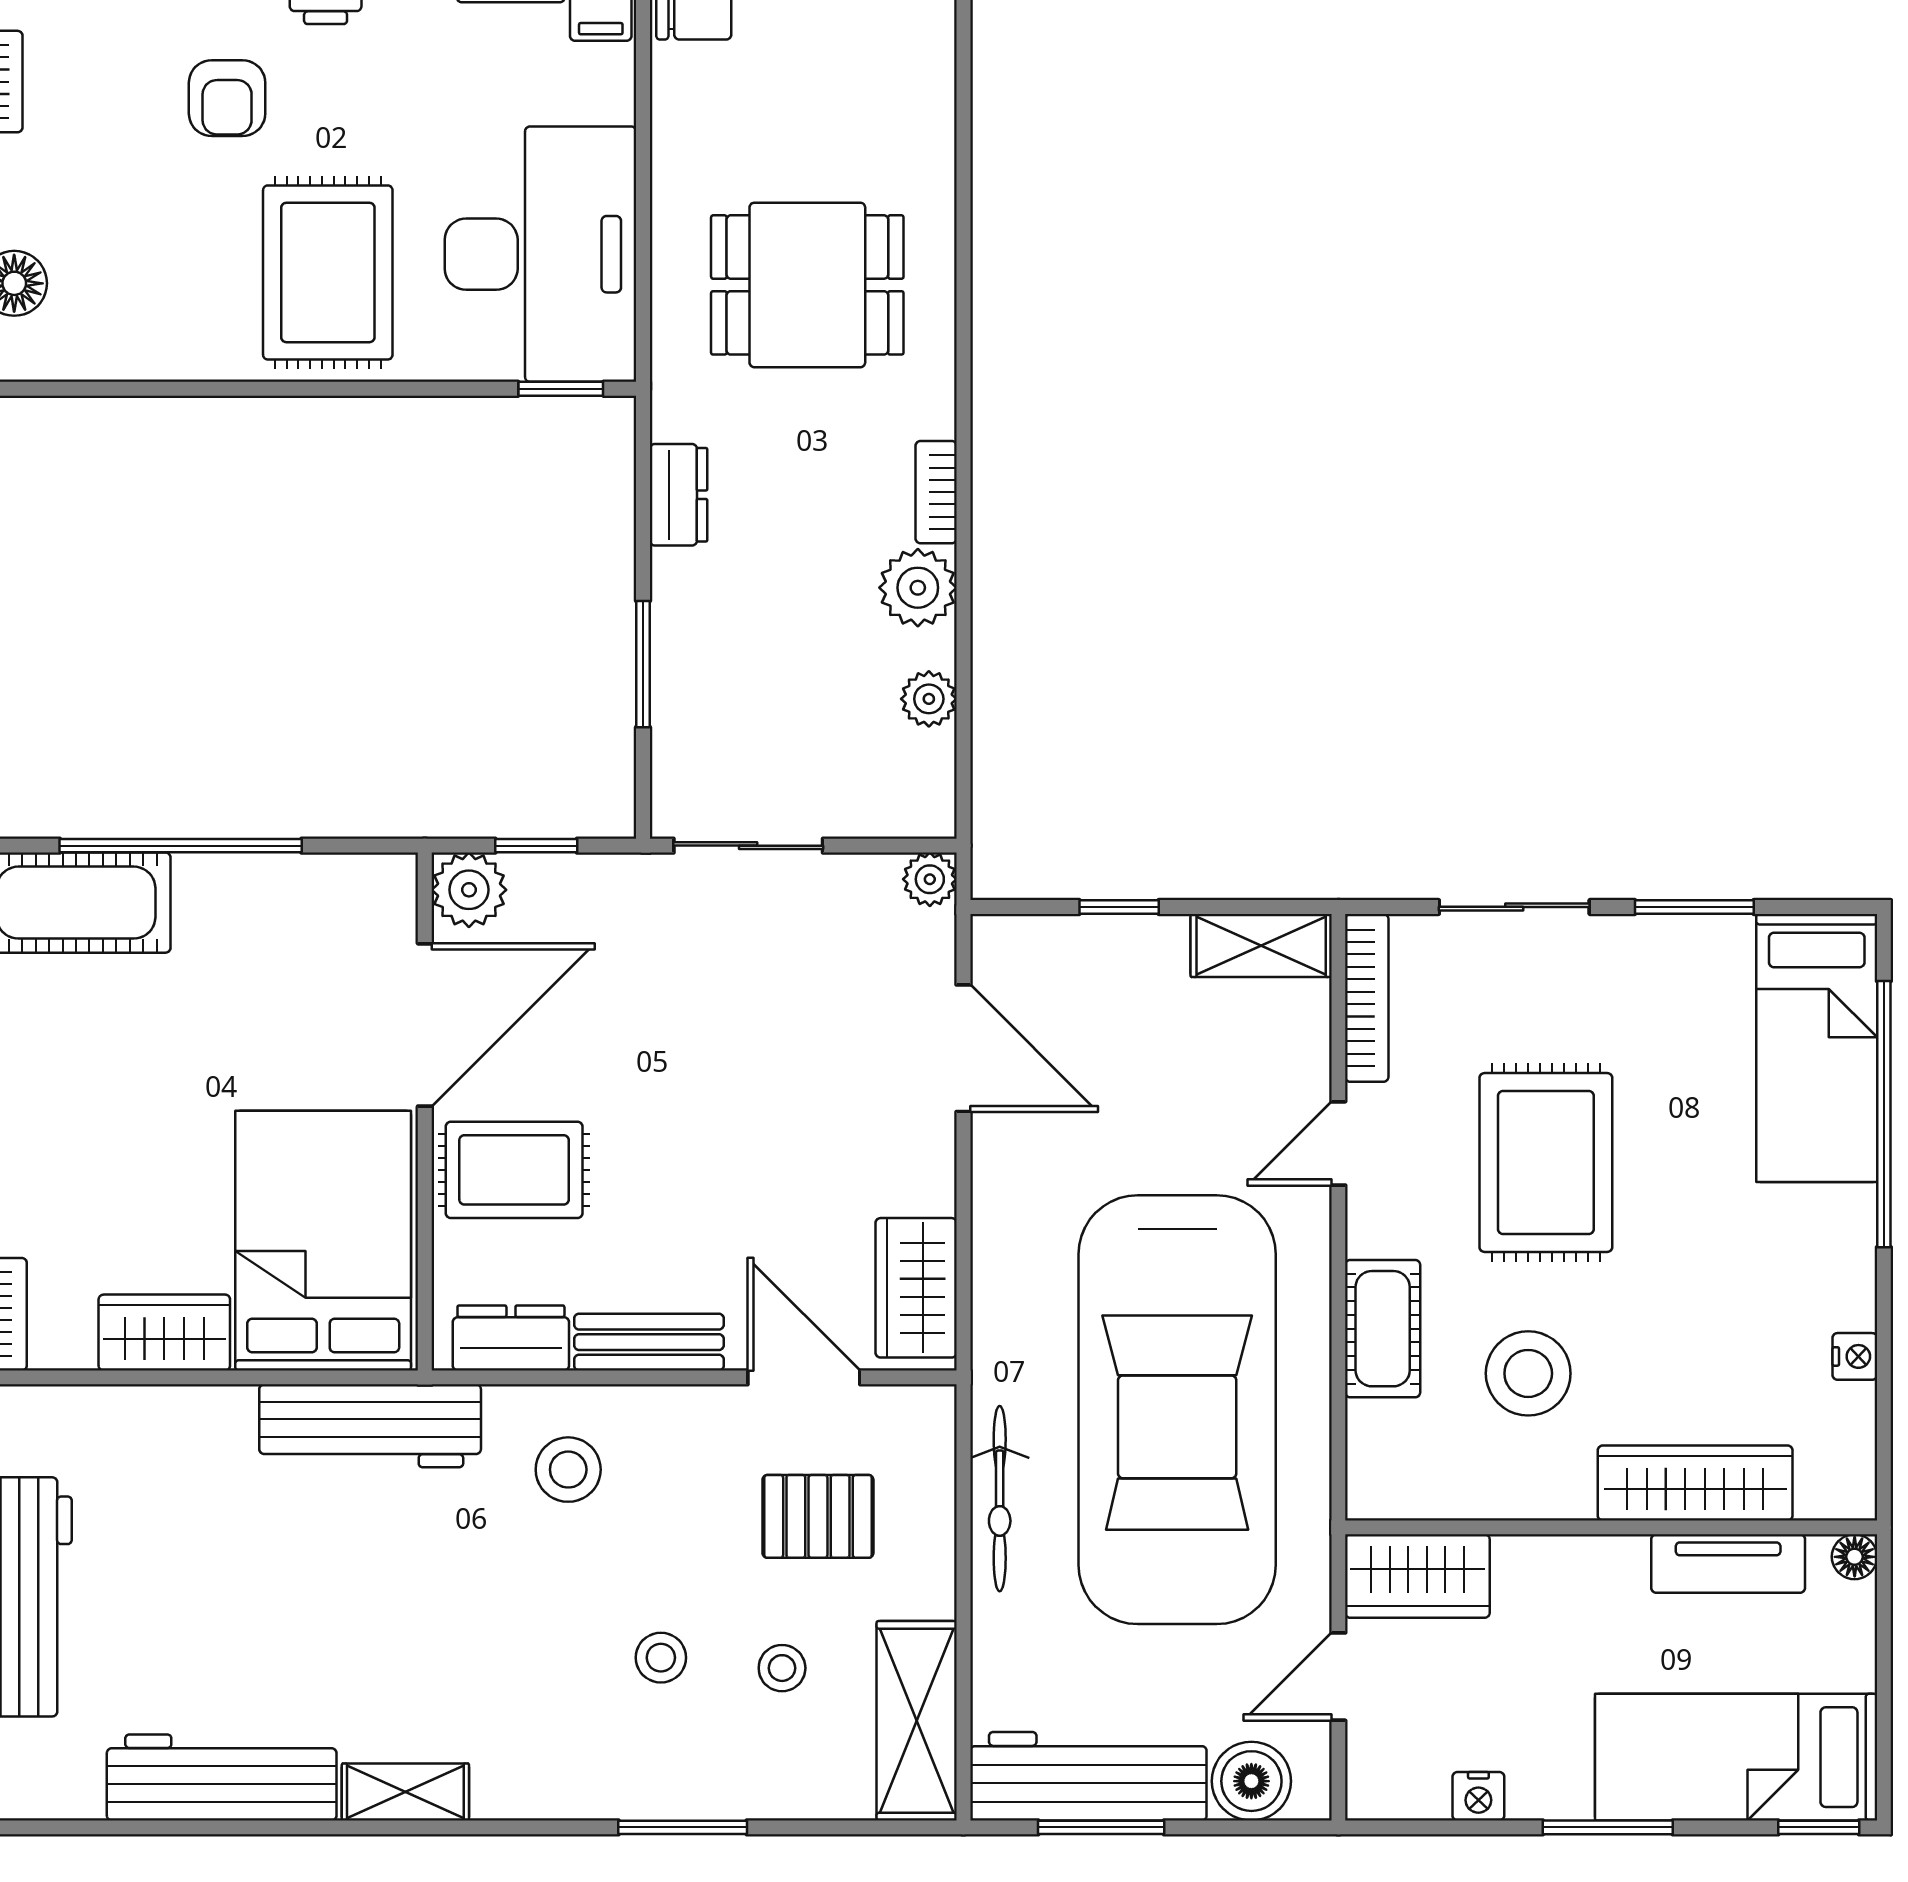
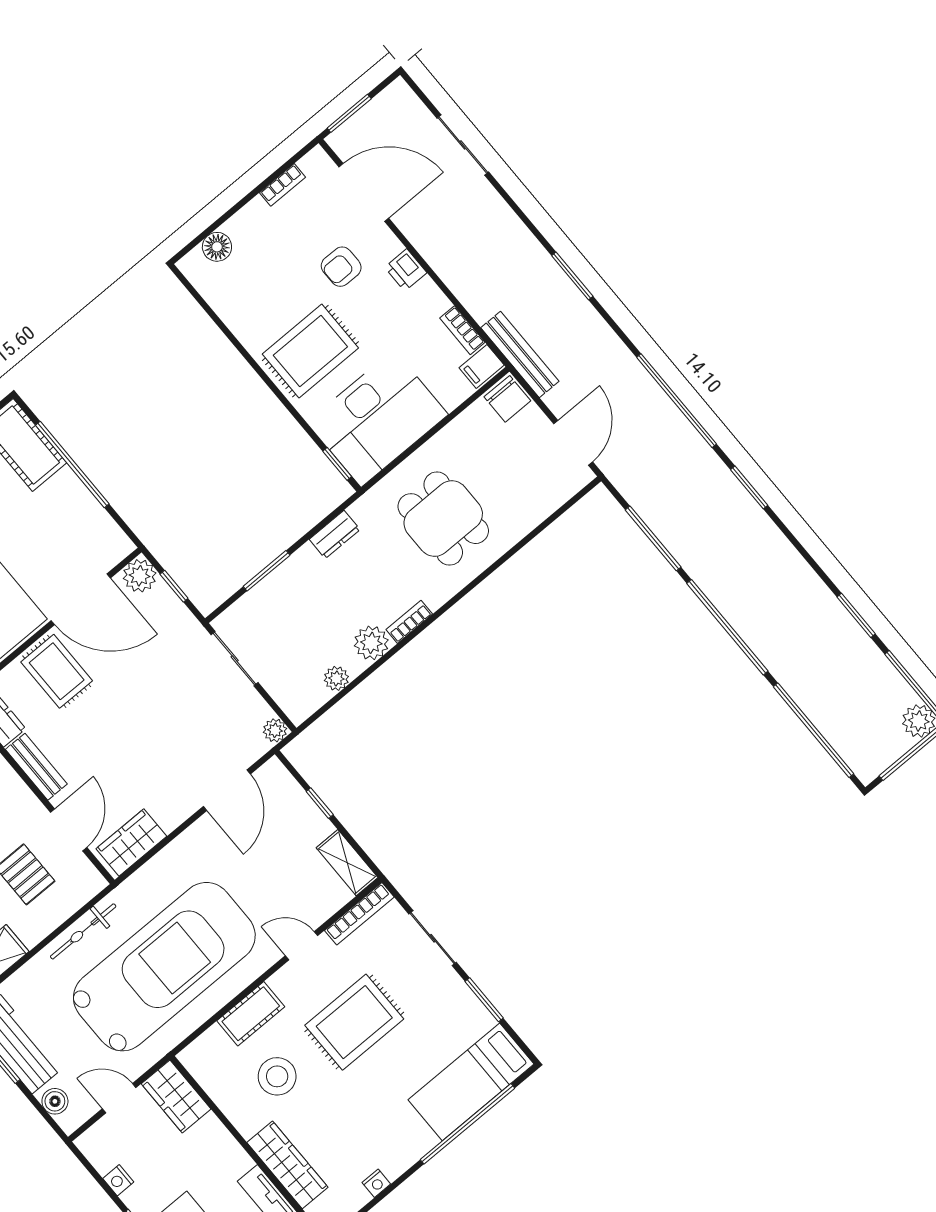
car: (1177, 1410) -> (164, 967), turned 180
boiler: (1251, 1781) -> (55, 1101), width x0.73, depth x0.73

